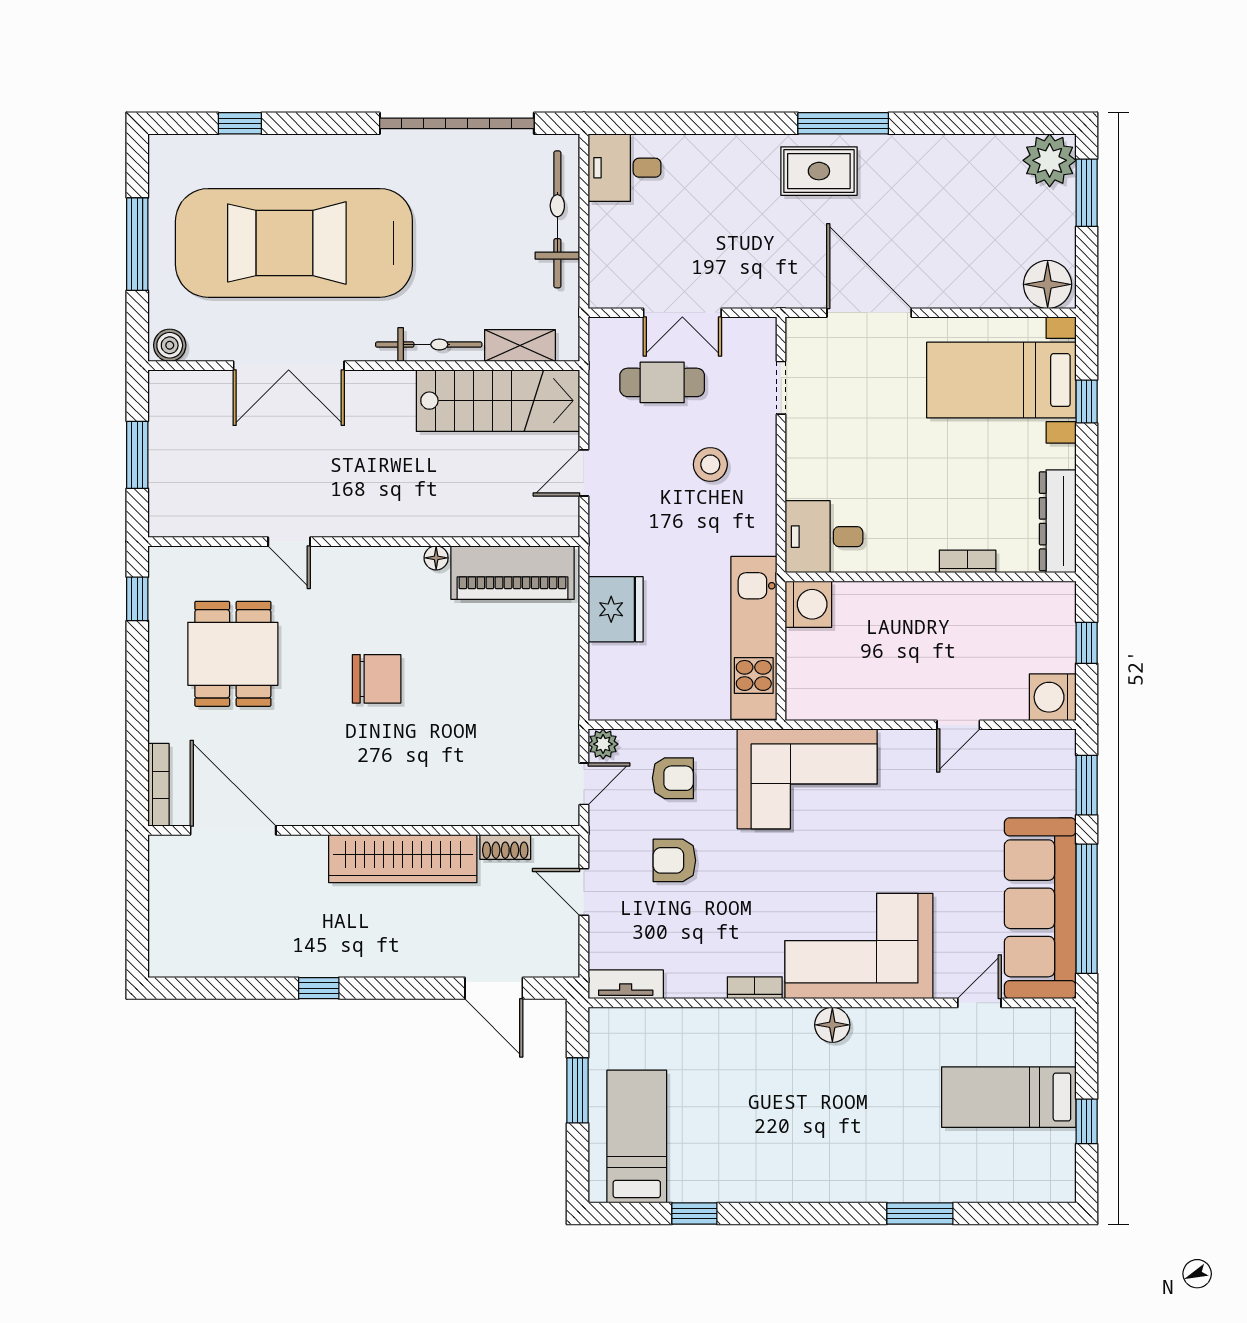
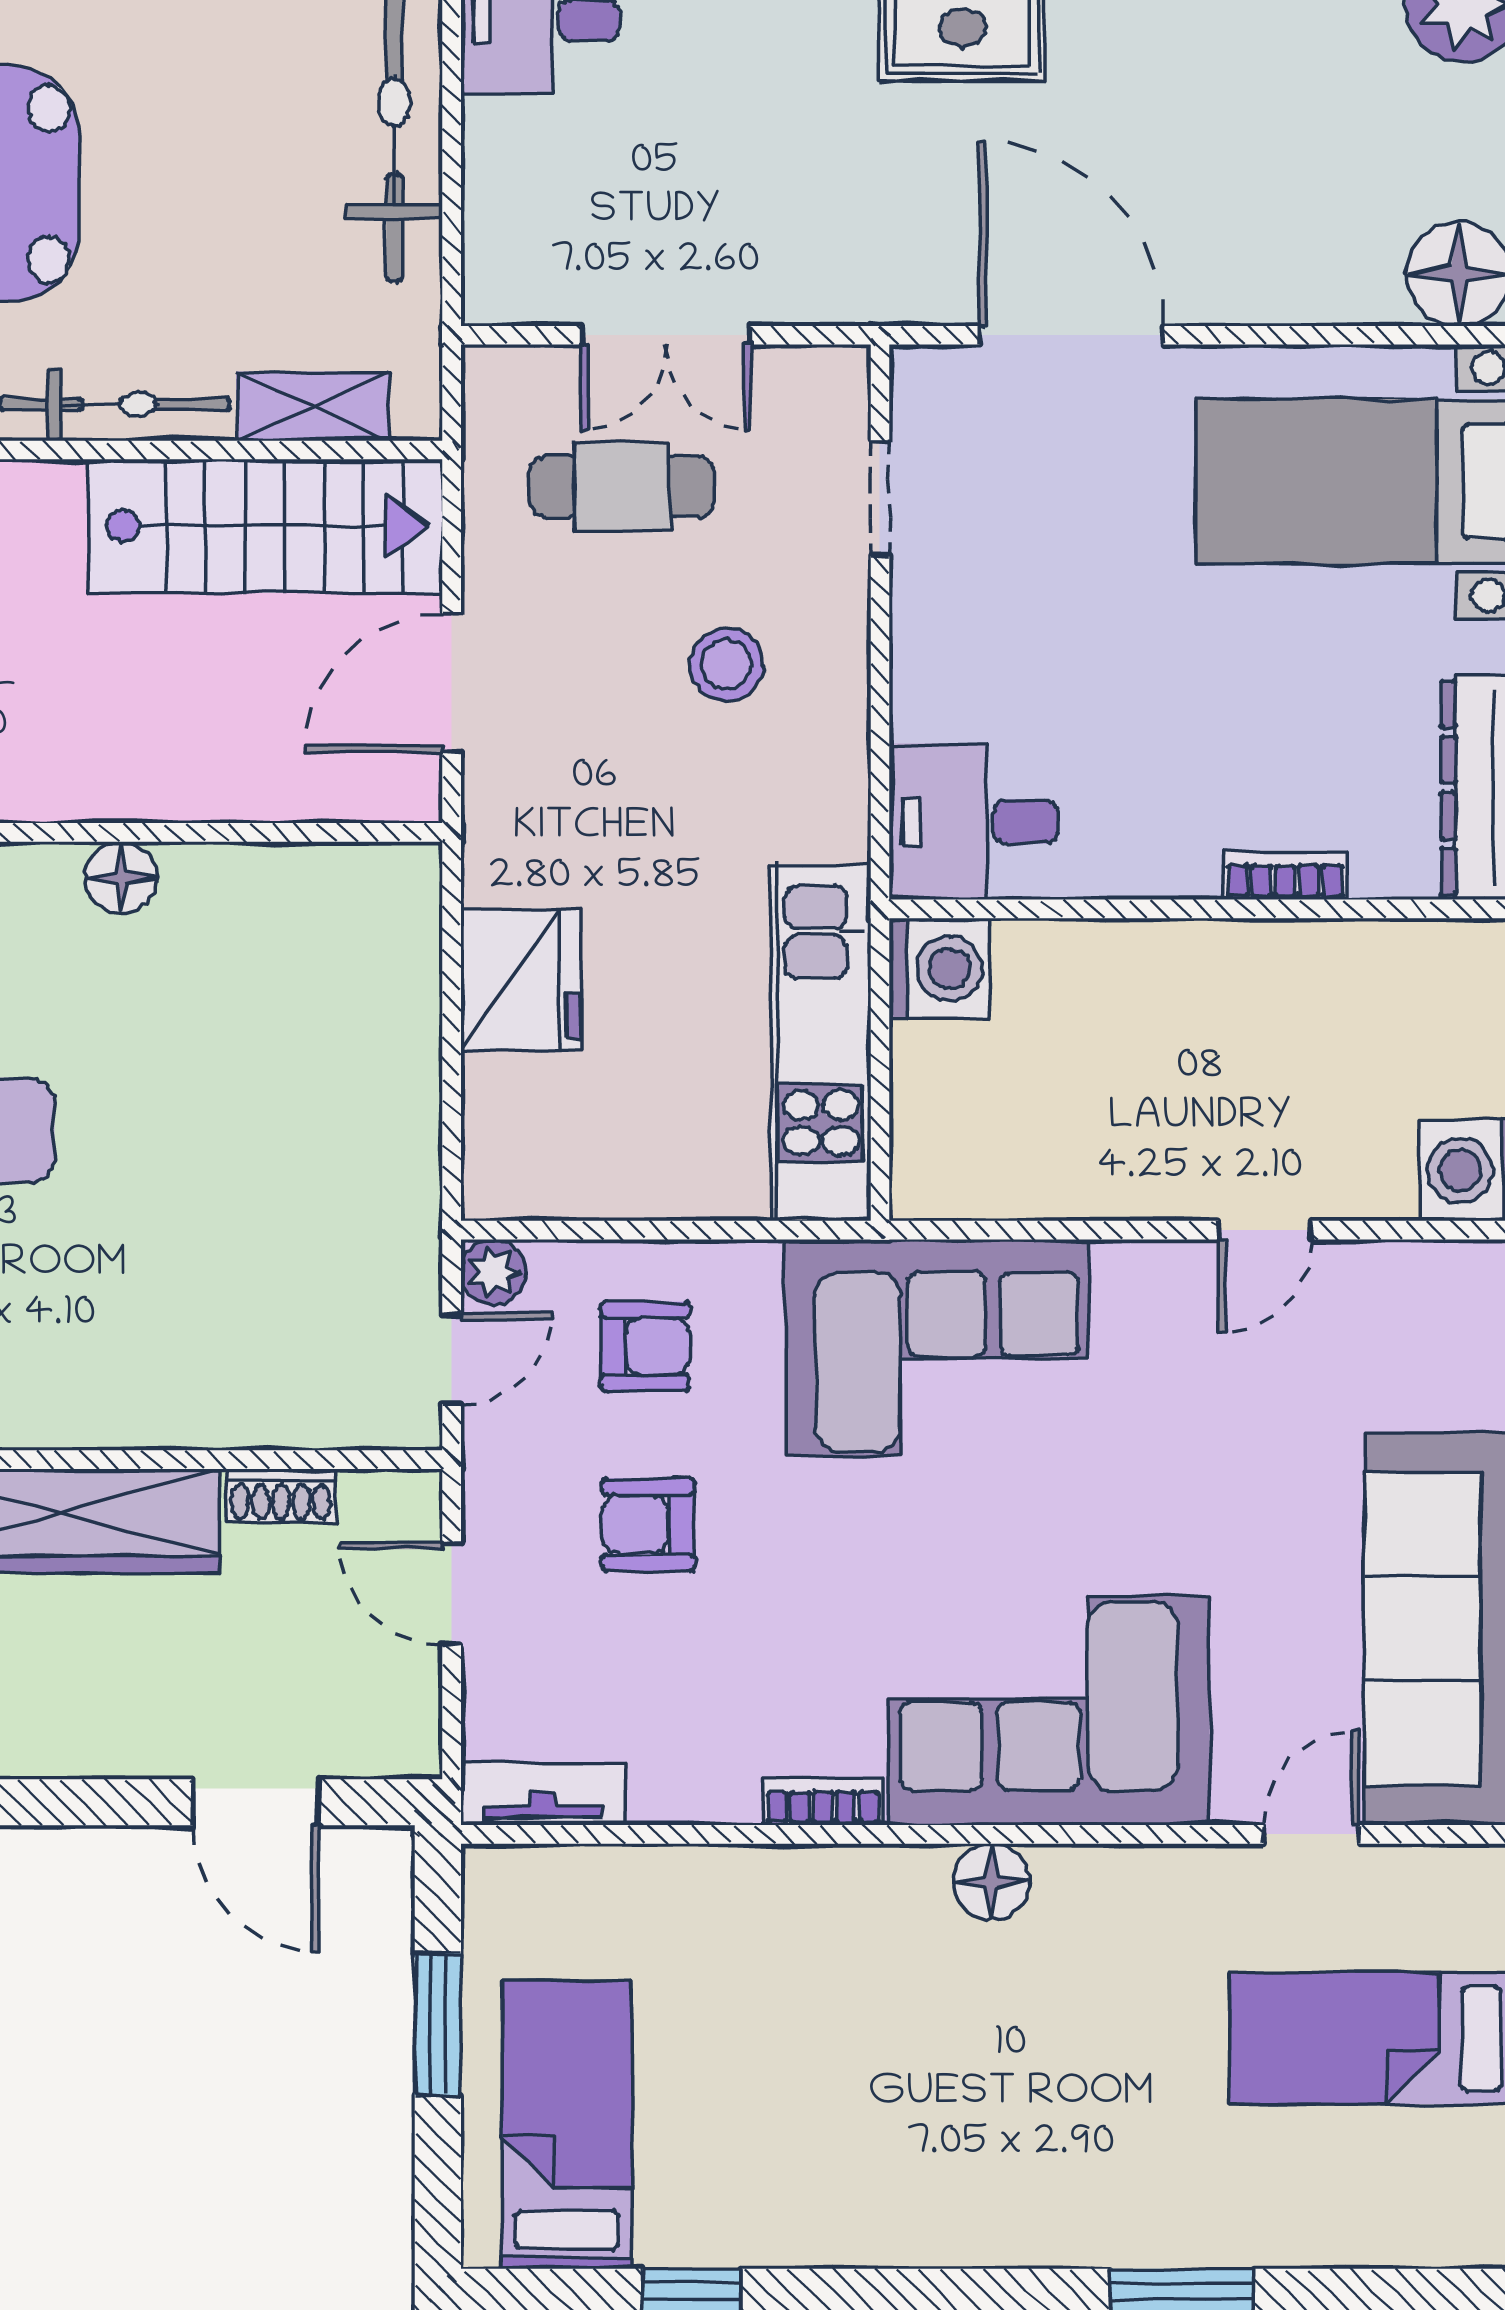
door: (584, 473) -> (452, 683), width x1.38
floor lamp: (436, 558) -> (121, 877), width x1.37, depth x1.37
piano: (513, 573) -> (297, 900), removed

